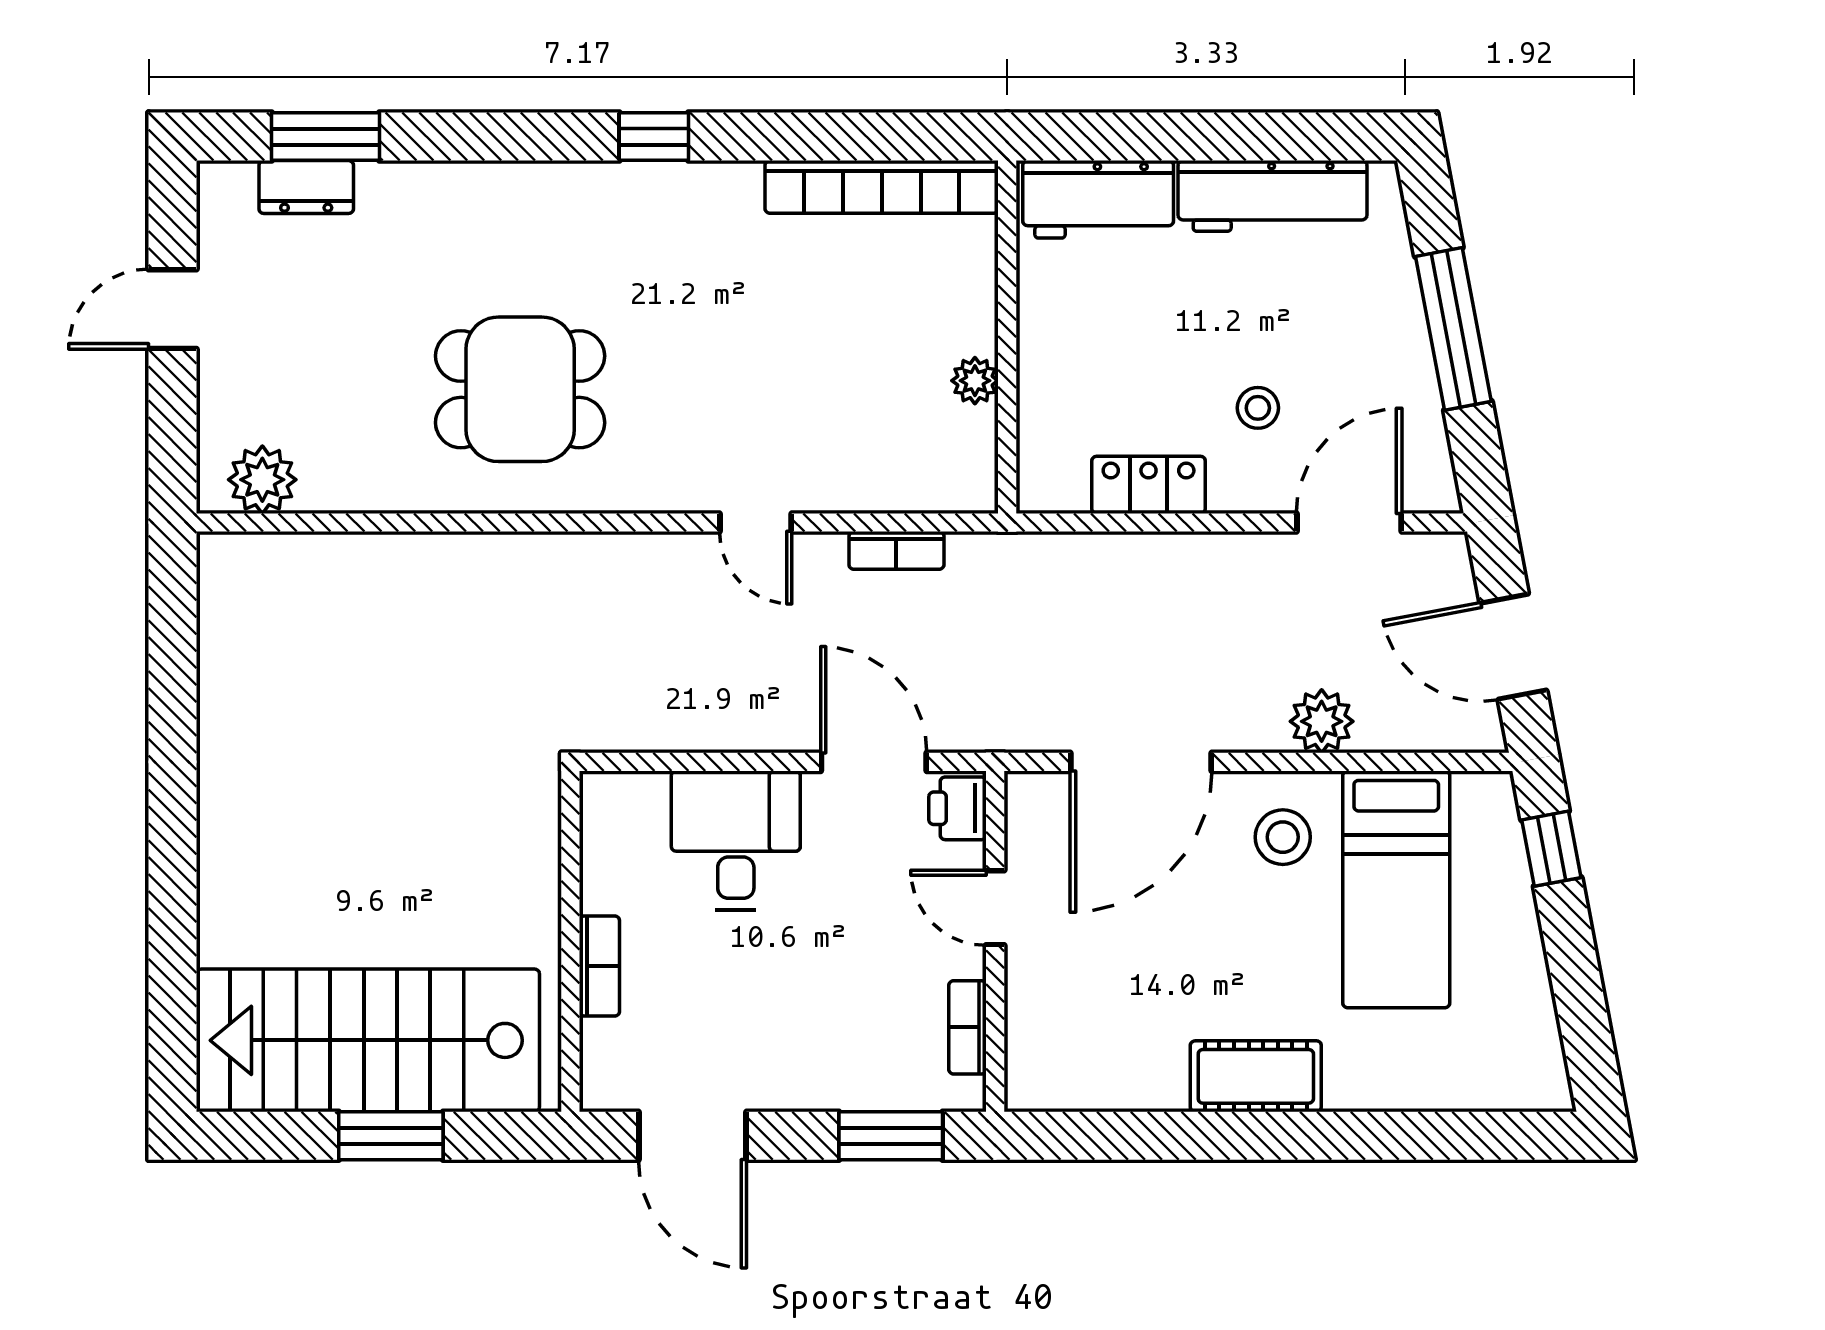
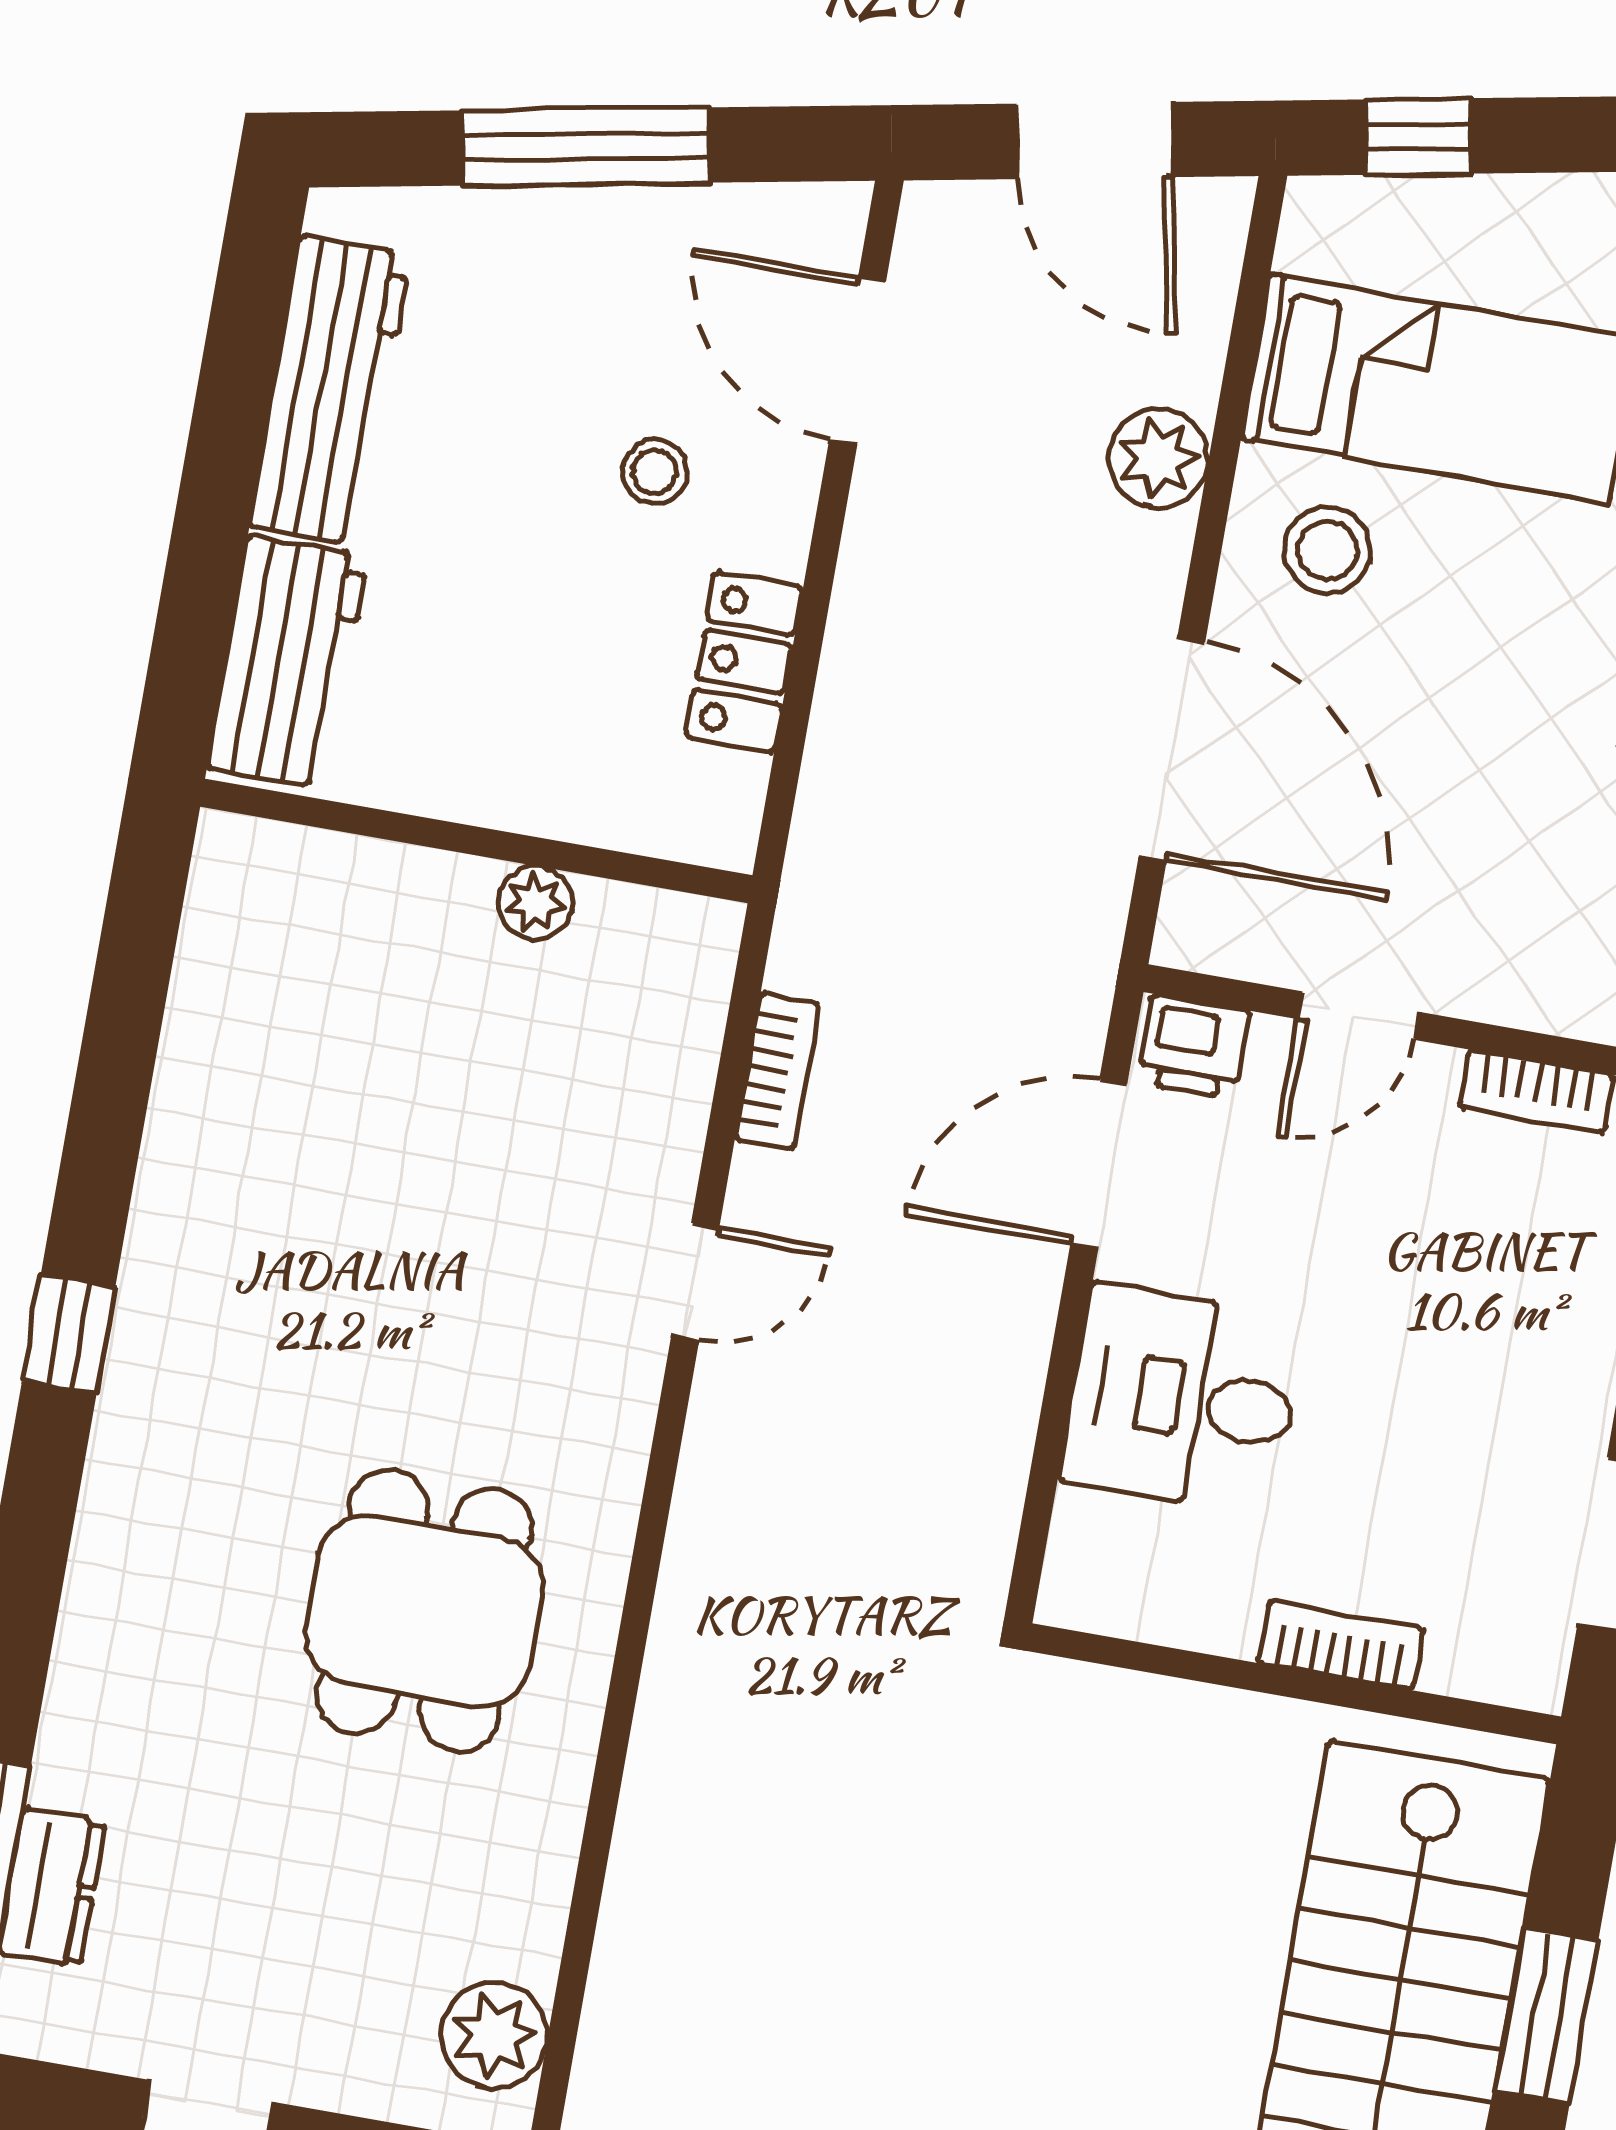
bookcase: (882, 187) -> (209, 995), removed
door: (1513, 647) -> (1095, 140), hinge flipped

